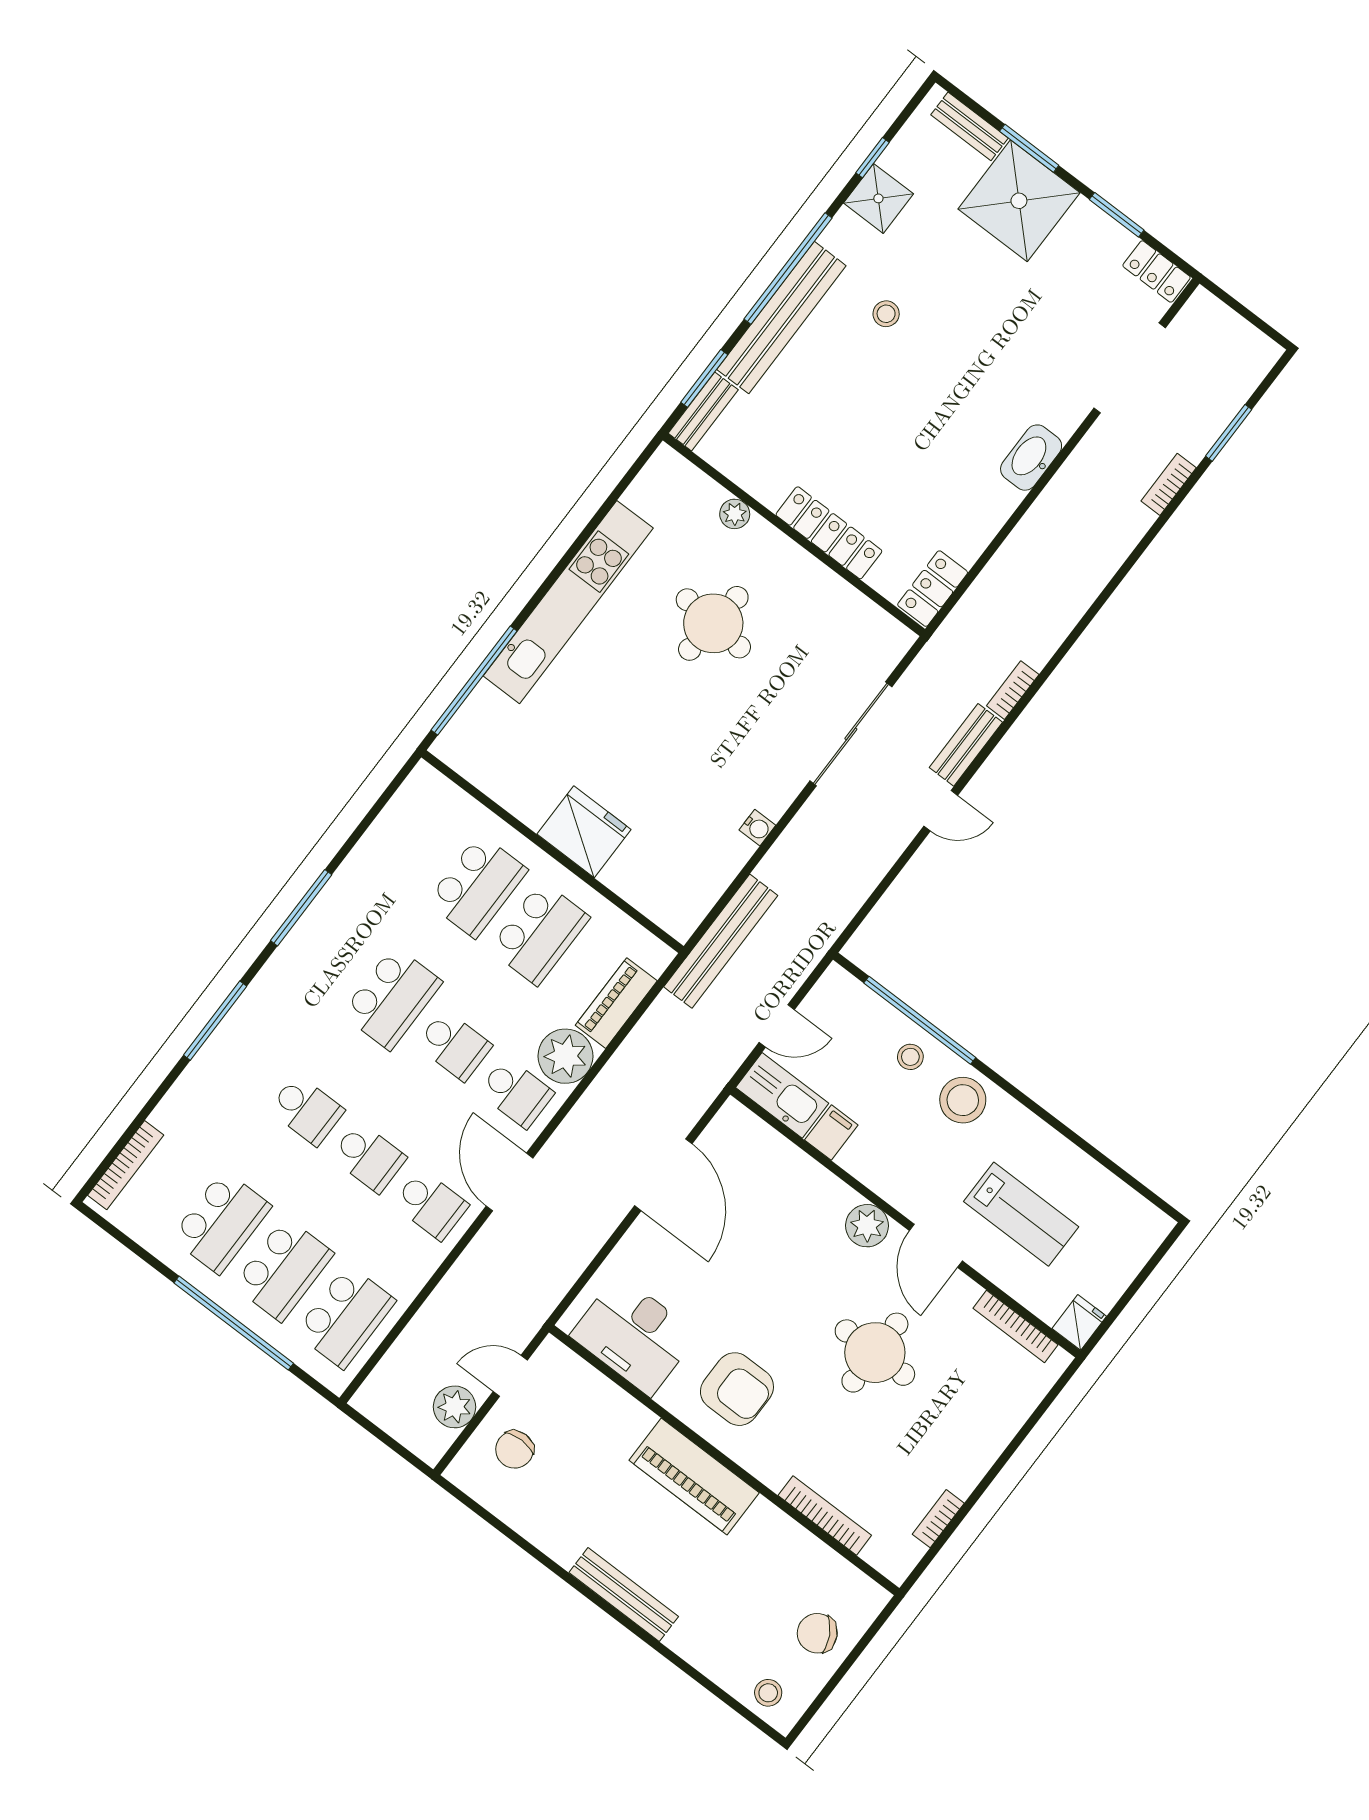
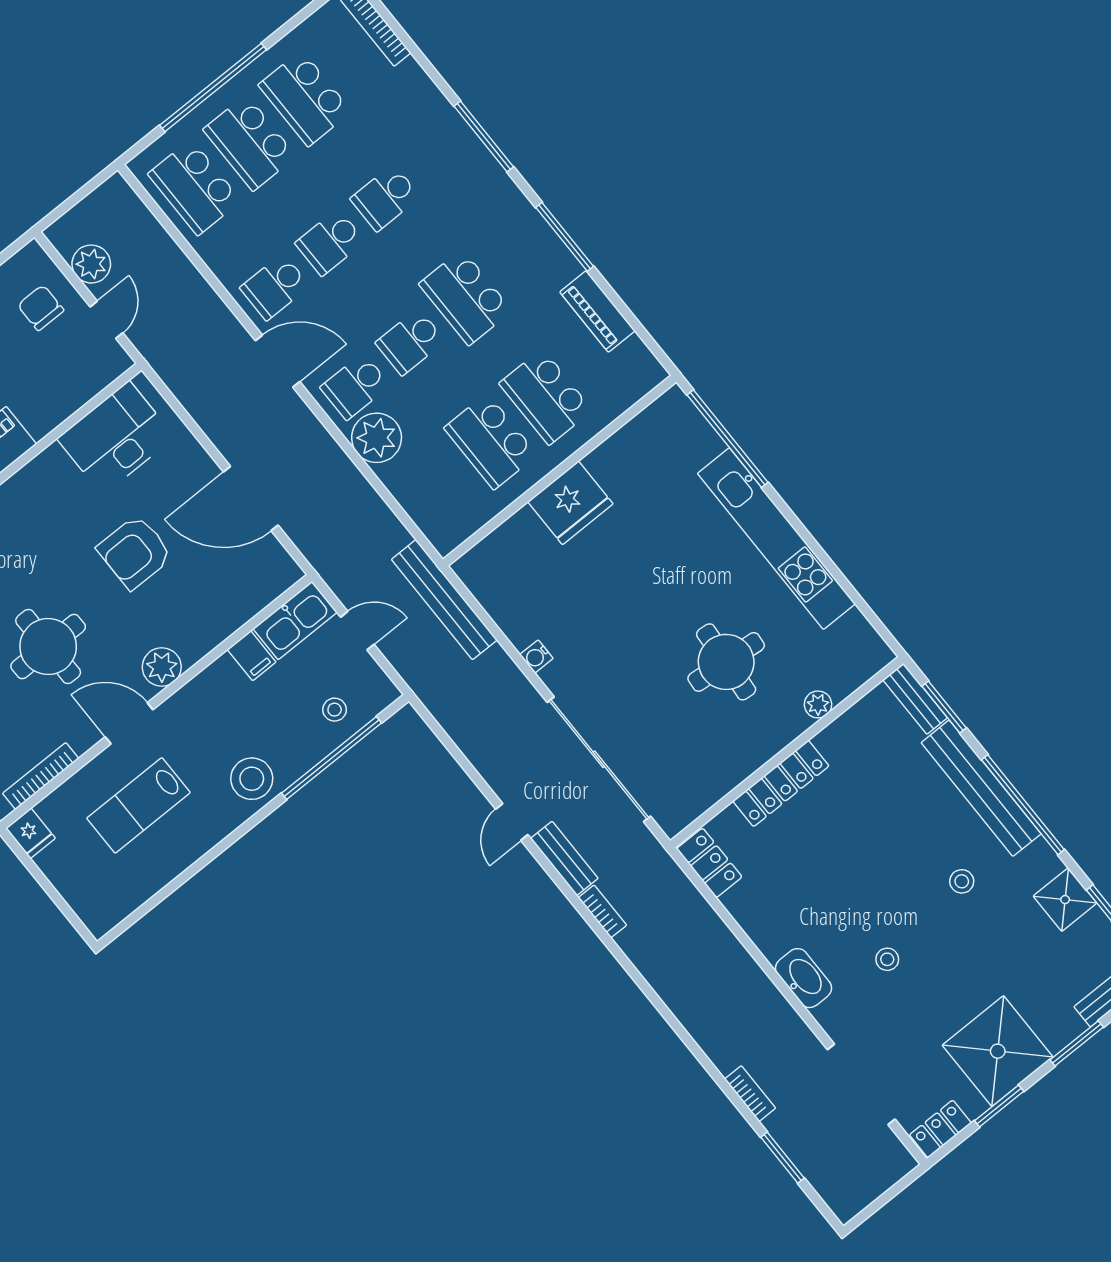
shower: (1019, 201) -> (998, 1051), moved
stool: (989, 373) -> (887, 959), added
sliding door: (851, 734) -> (599, 759), width x1.36
piano: (616, 1003) -> (597, 311), moved, turned 180
door: (777, 1026) -> (357, 631), swing flipped
stool: (910, 1057) -> (335, 710), moved
armchair: (737, 1389) -> (135, 552), moved

